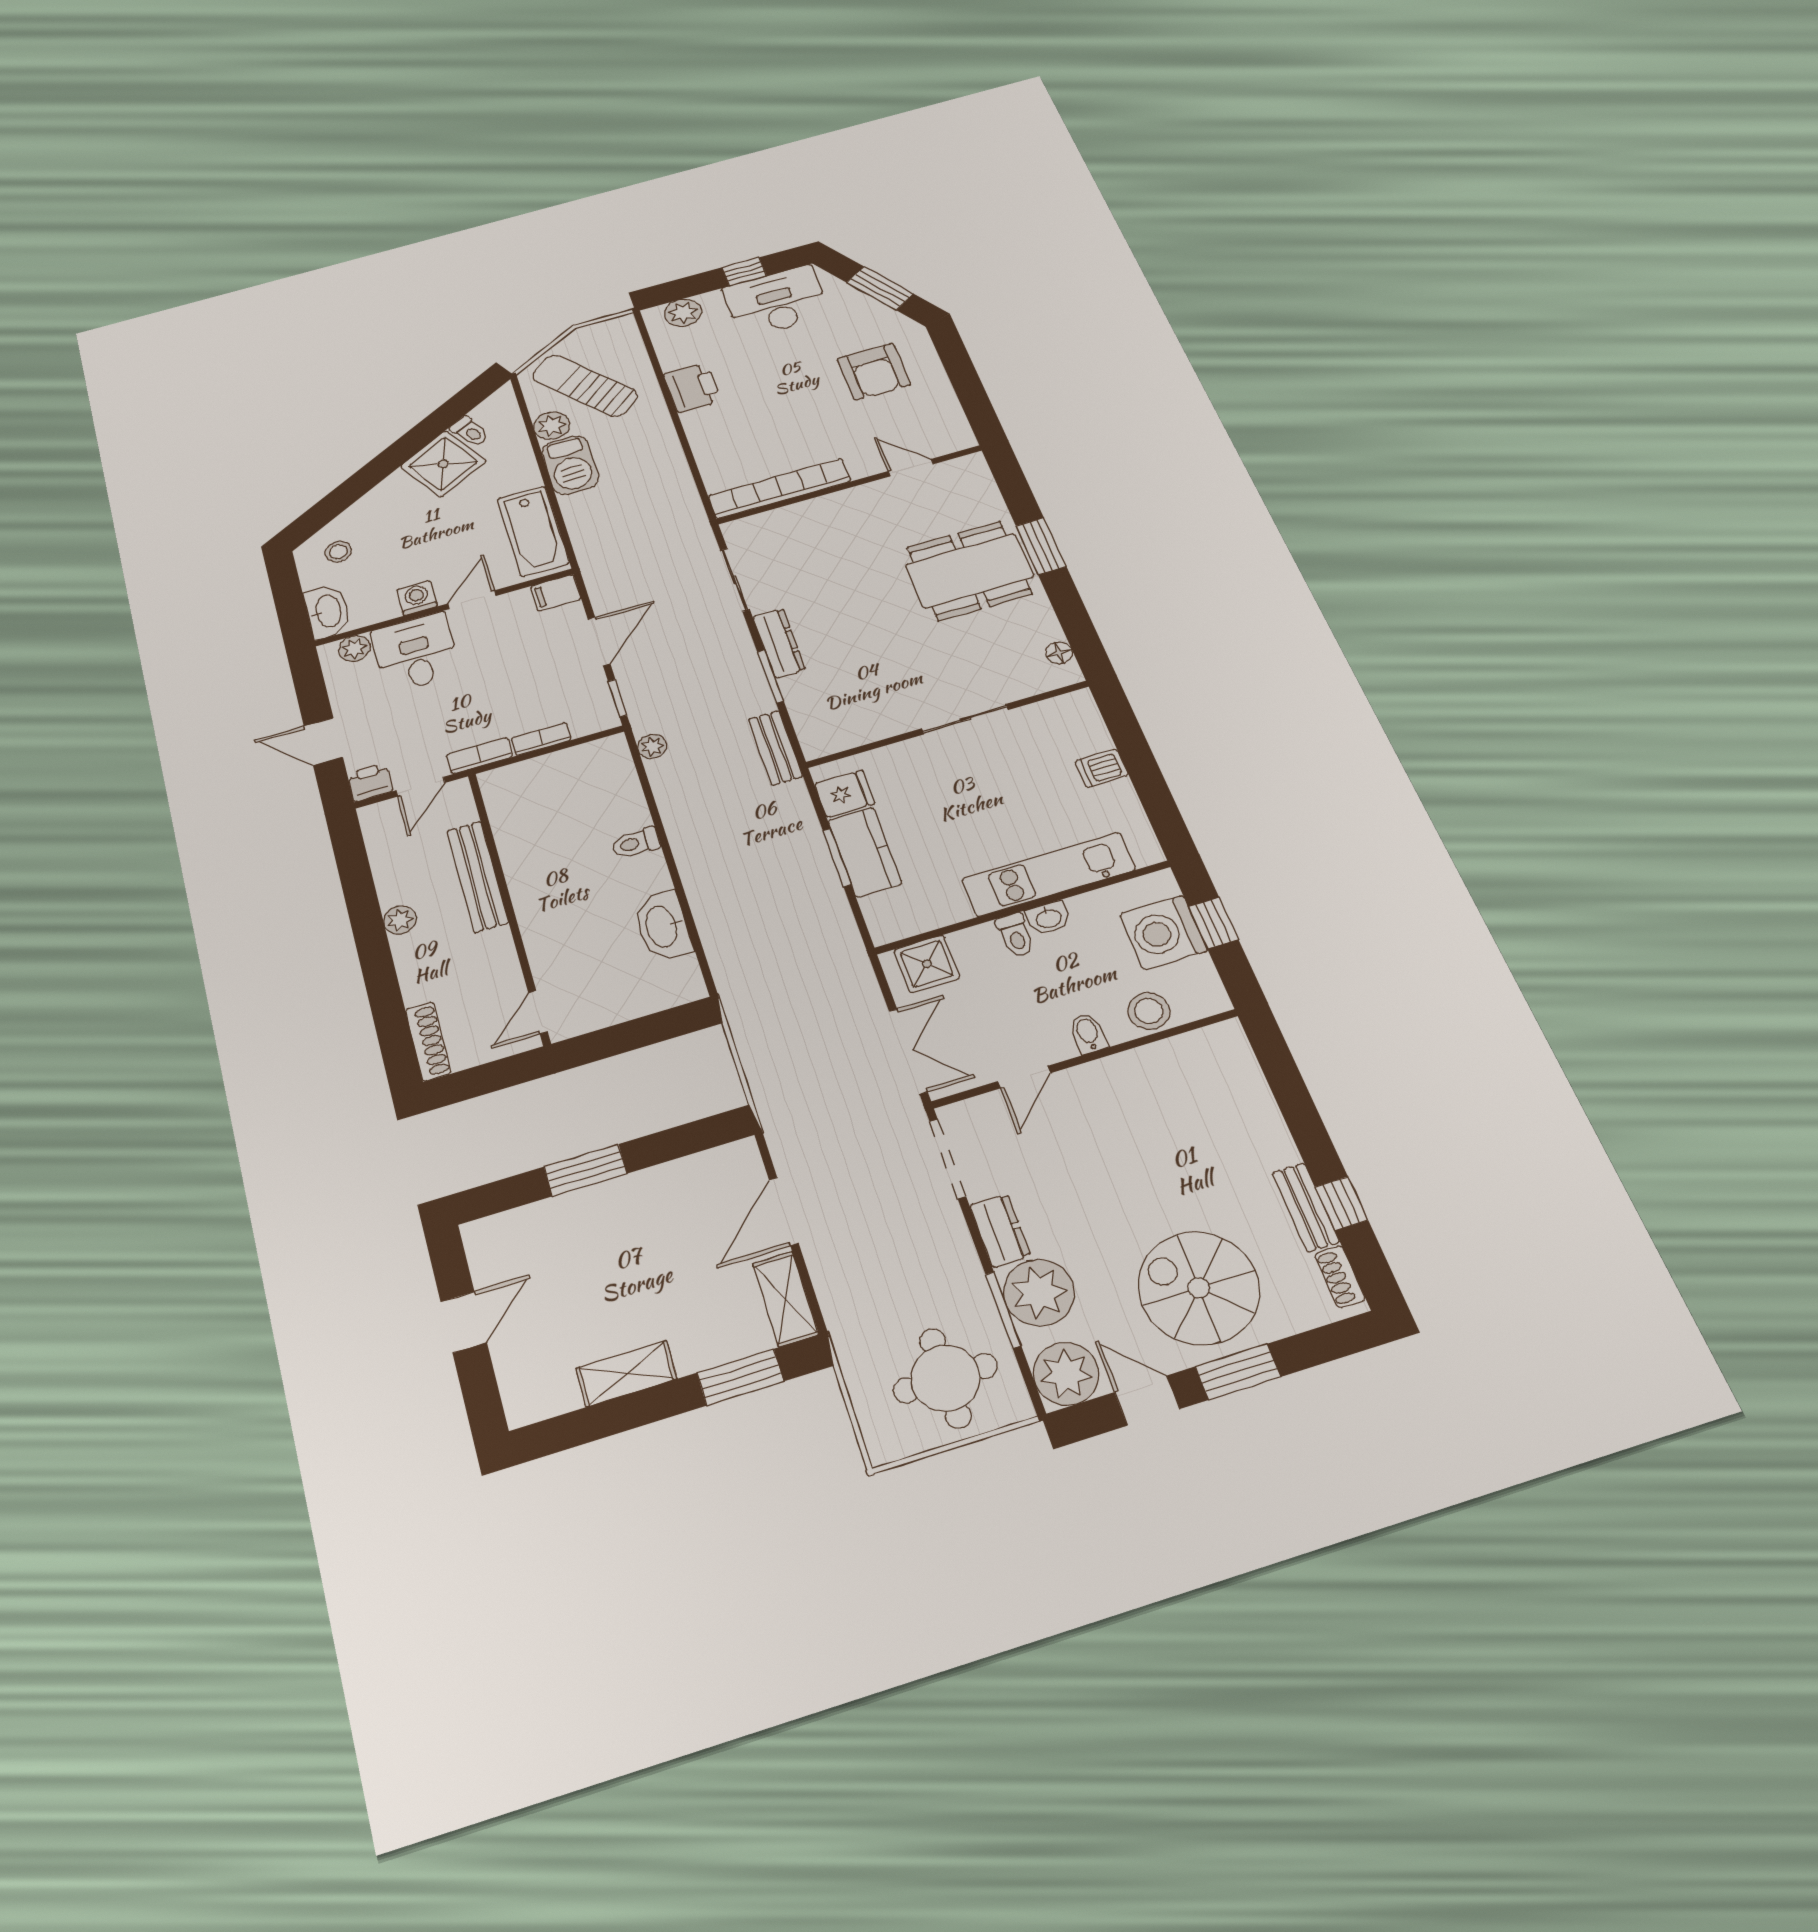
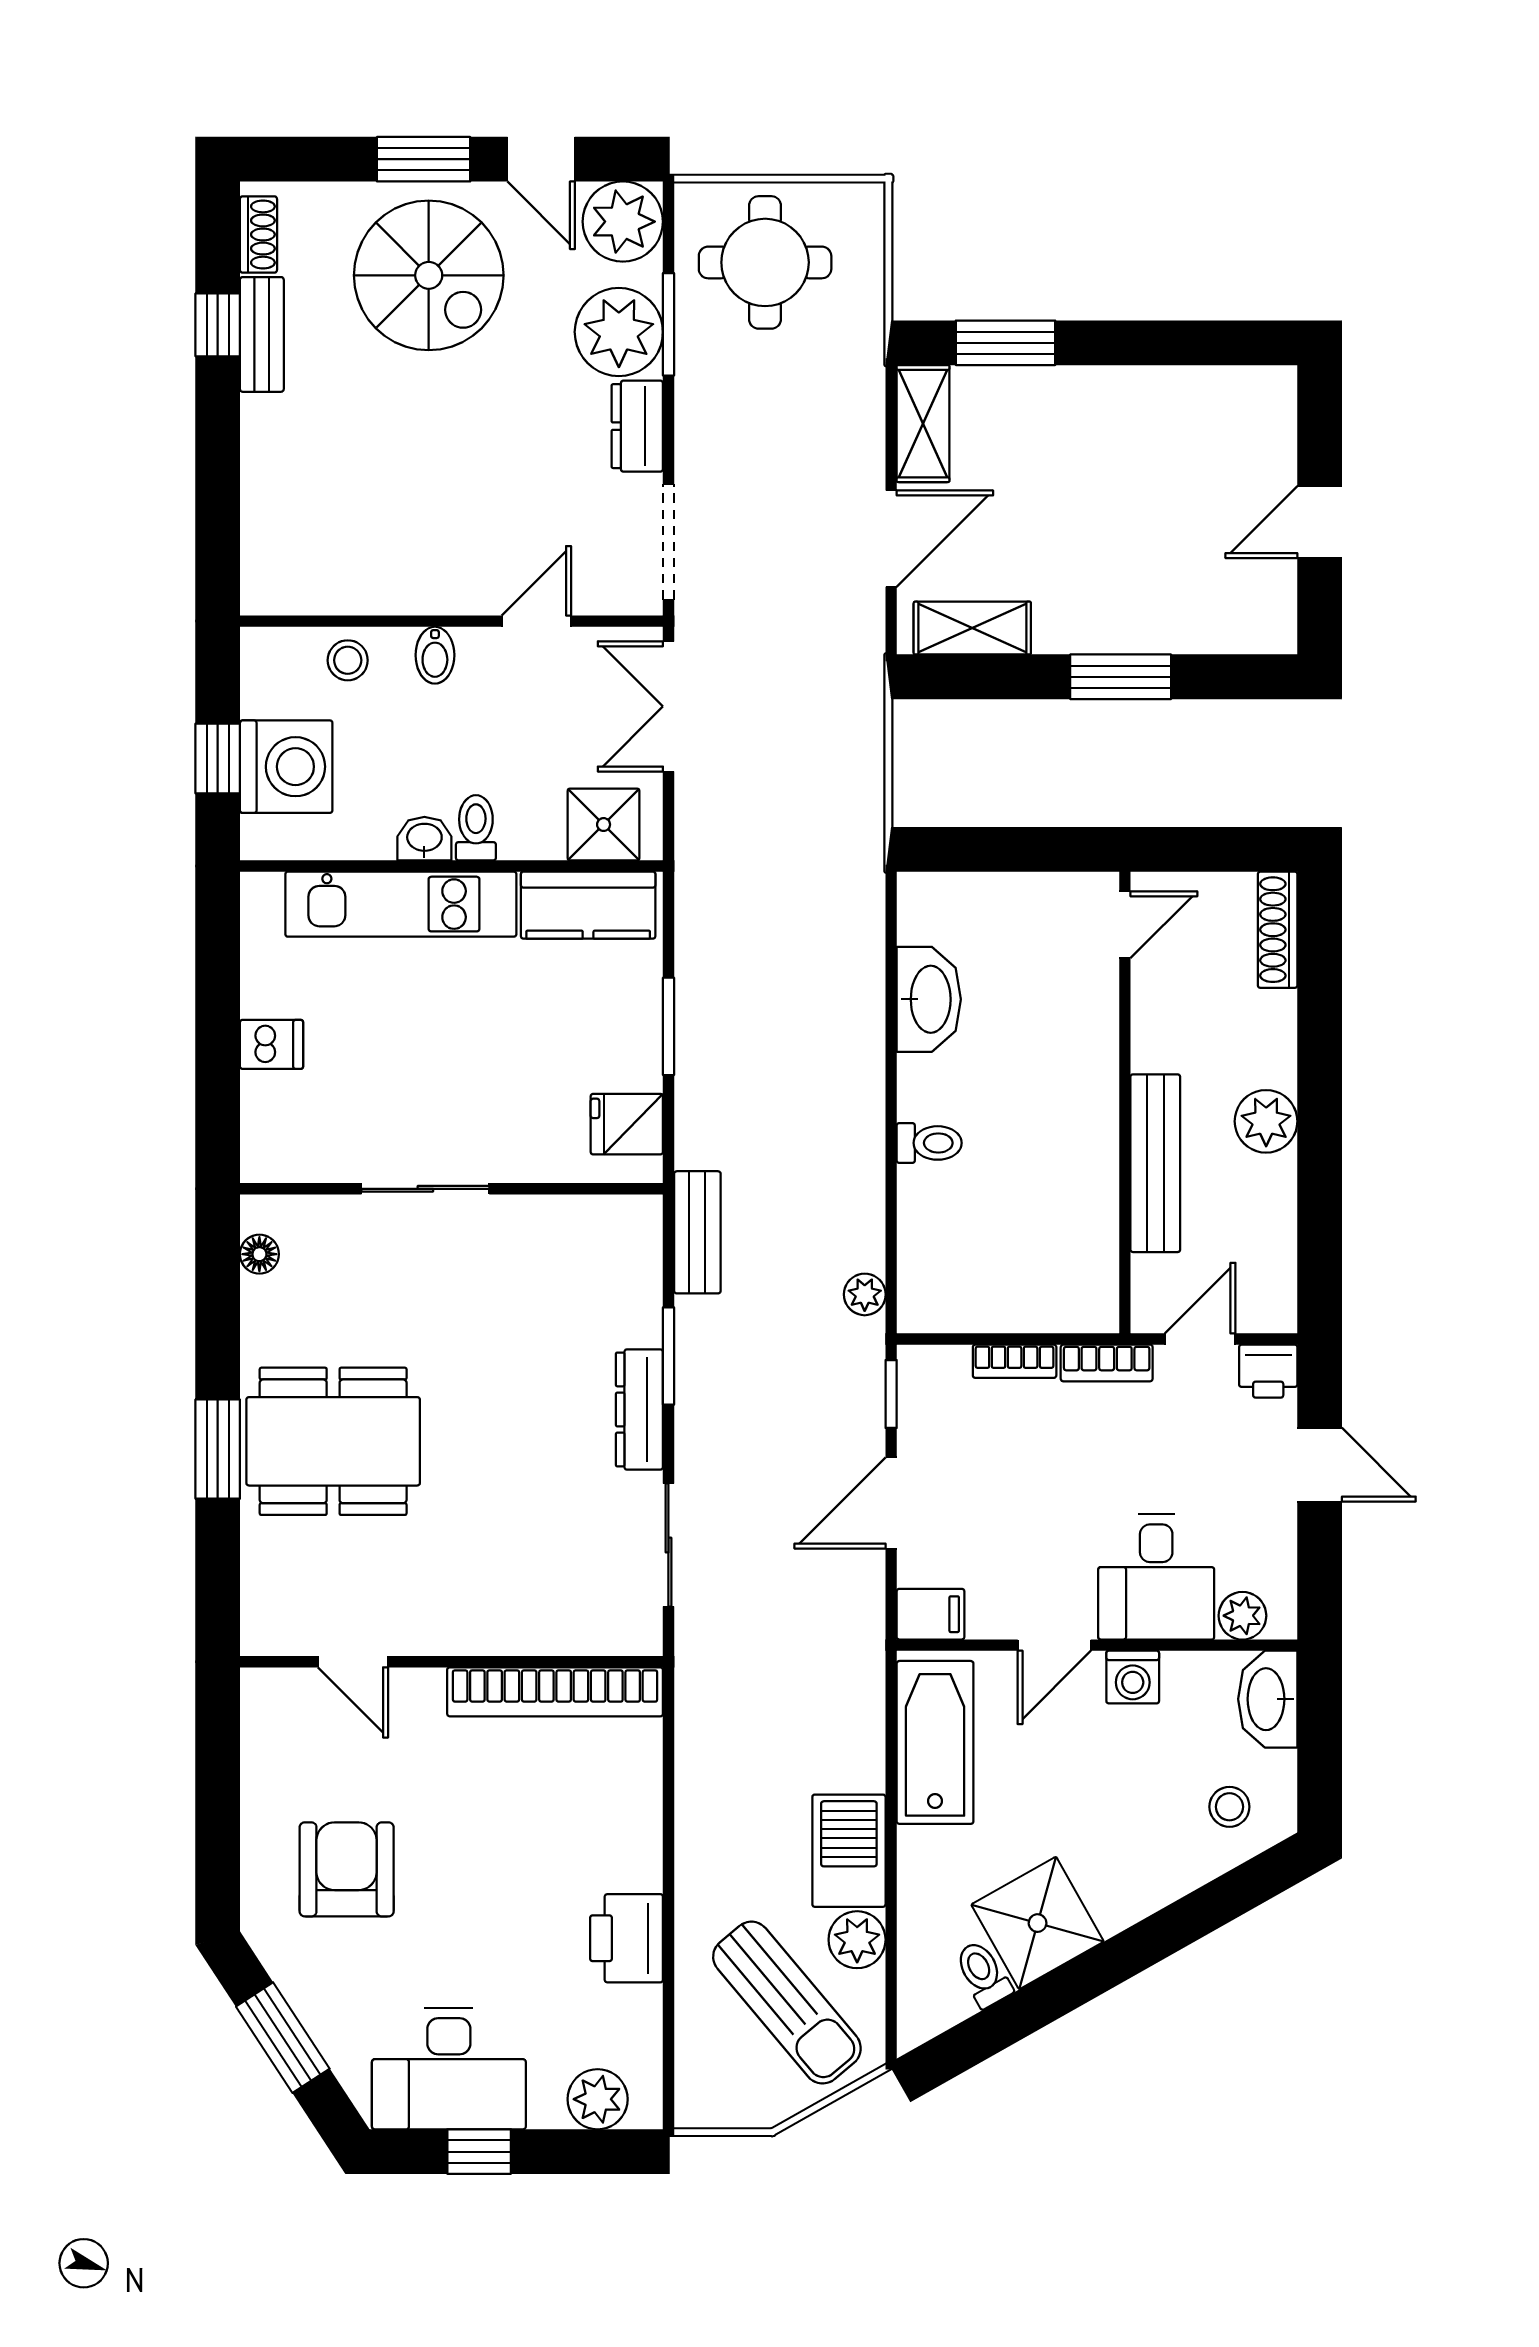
kitchen counter: (865, 852) -> (588, 905), moved, turned -90
plant: (400, 920) -> (1266, 1121), width x1.38, depth x1.38
stool: (1149, 1011) -> (348, 660), width x0.73, depth x0.73
shelving: (626, 1374) -> (972, 628), moved

